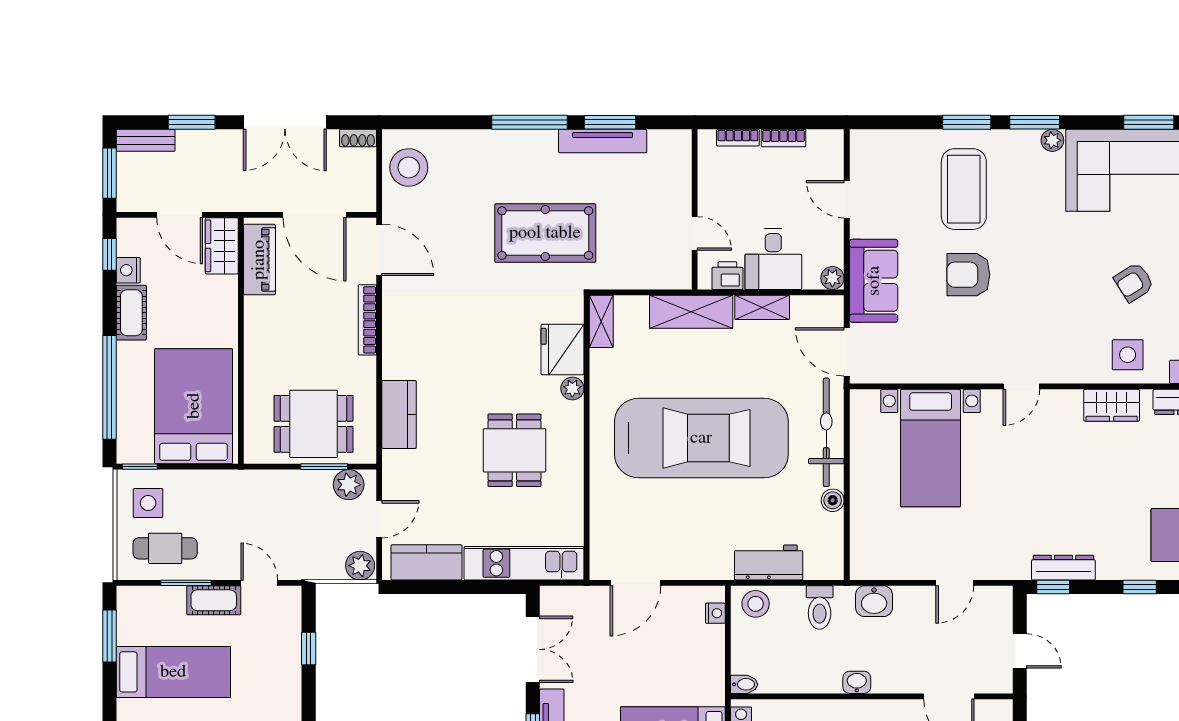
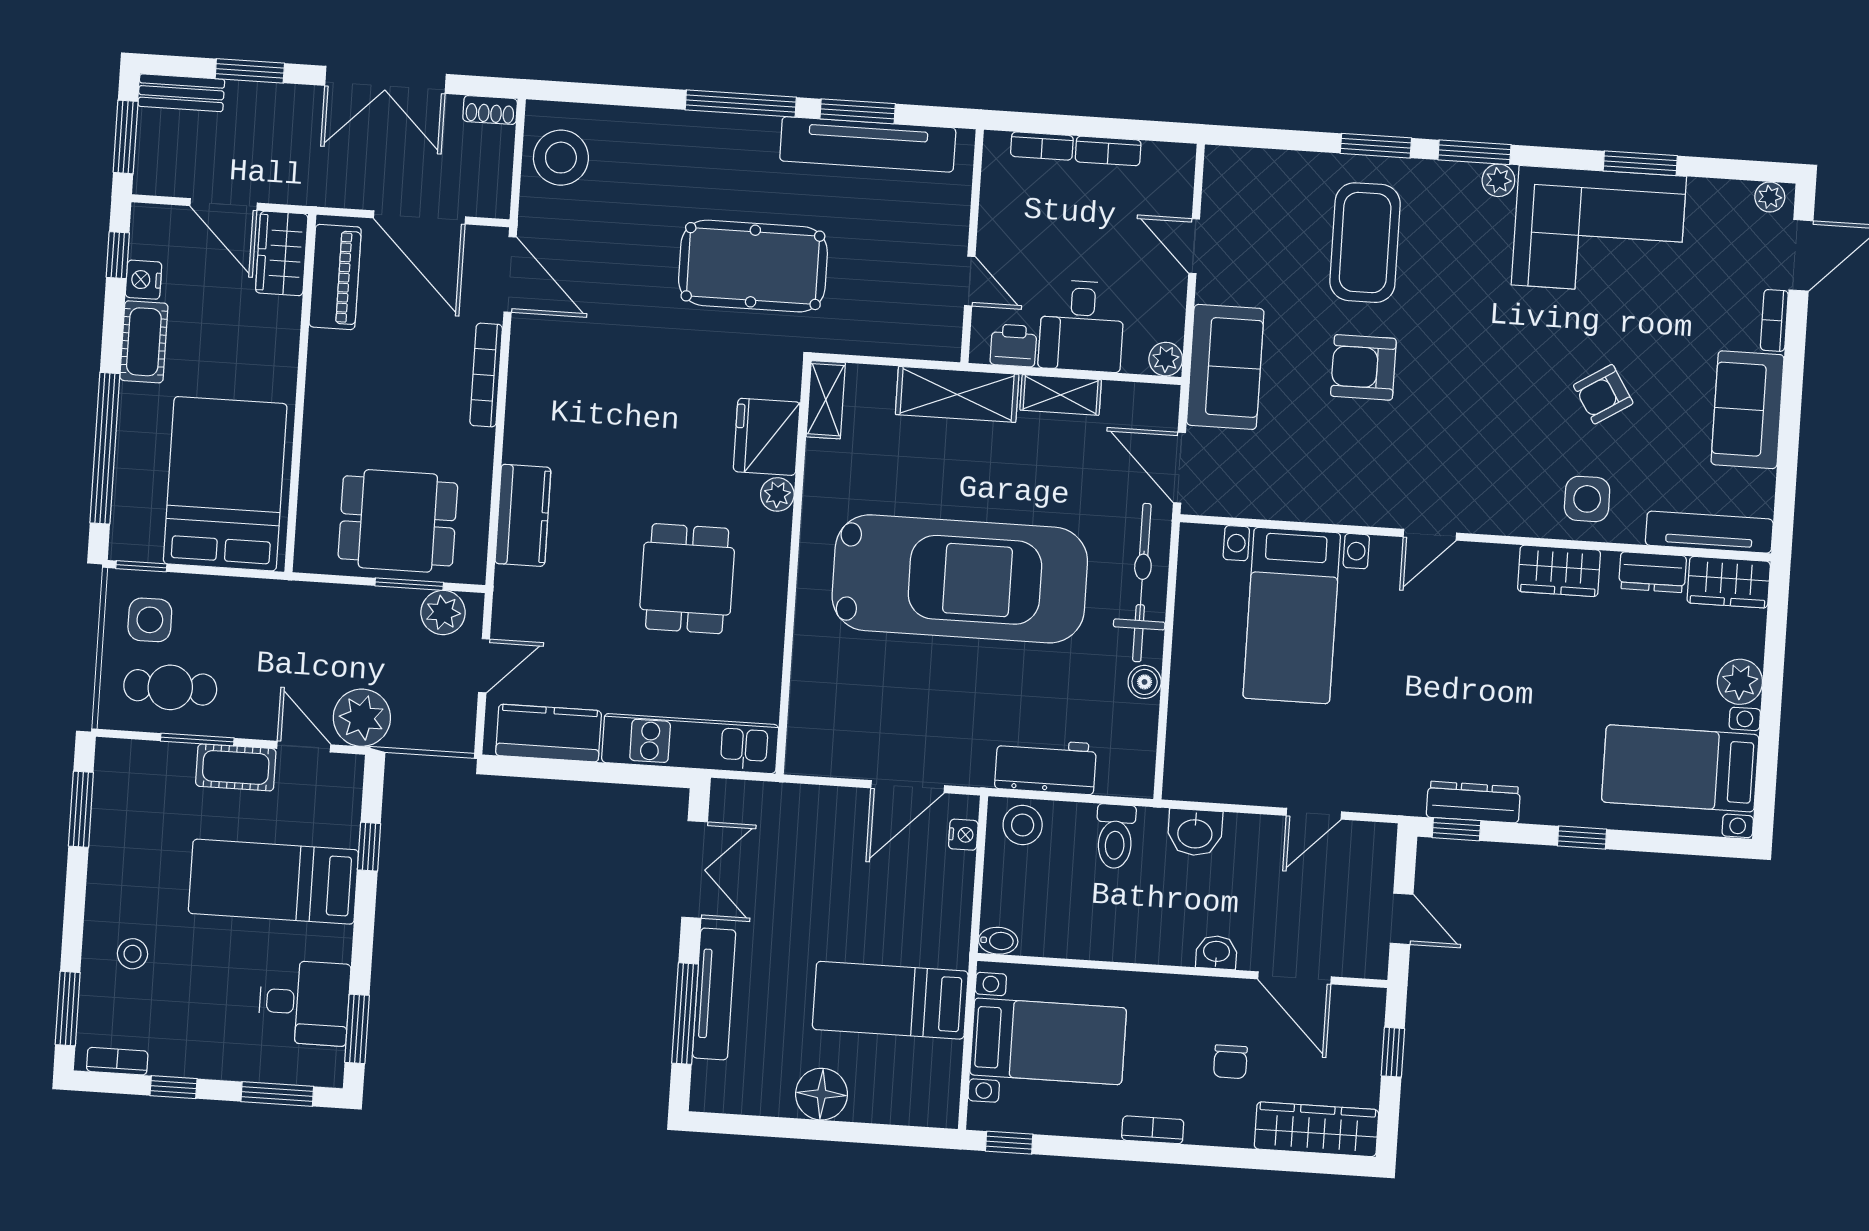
tv unit: (603, 141) -> (868, 144), width x1.36, depth x1.29
plant: (360, 566) -> (362, 718), moved, width x1.36, depth x1.36
door: (635, 583) -> (908, 787), moved
bed: (173, 672) -> (273, 882), moved, turned 180
washbasin: (857, 682) -> (1216, 952), moved

